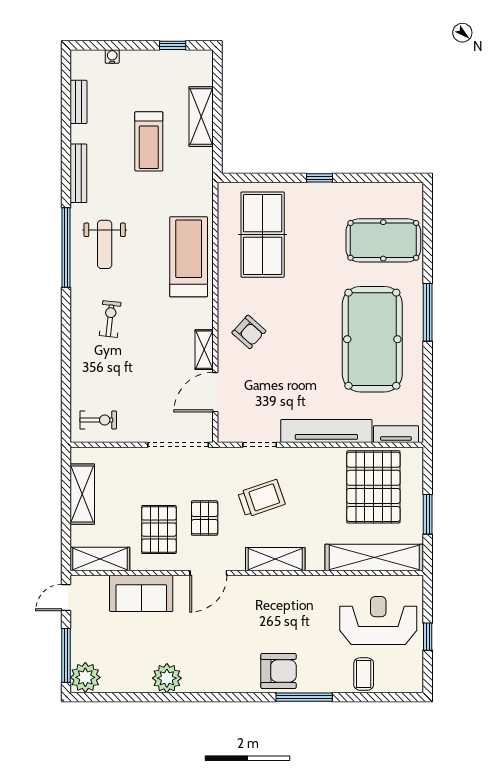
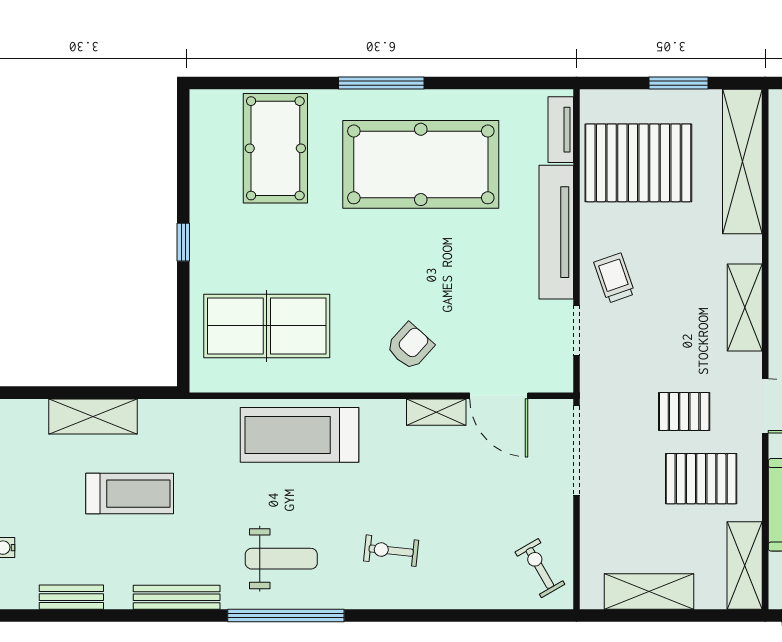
exercise bike: (98, 420) -> (540, 568), turned -30
trolley: (261, 498) -> (614, 278), moved, width x0.73, depth x0.72

